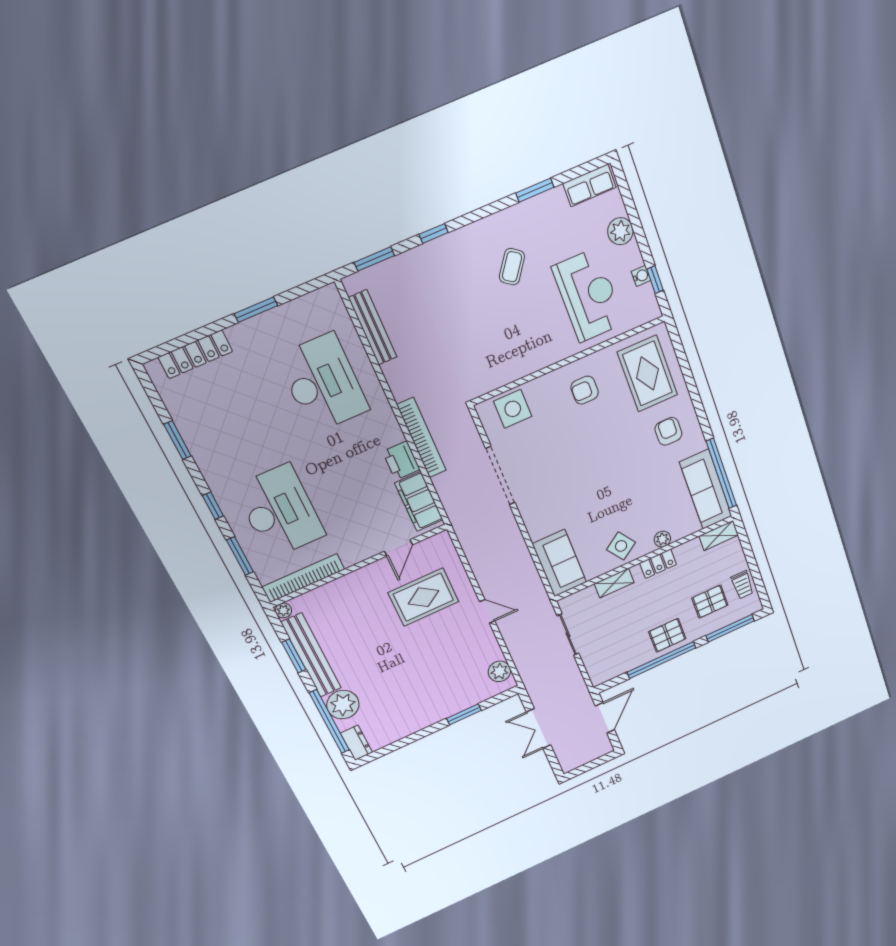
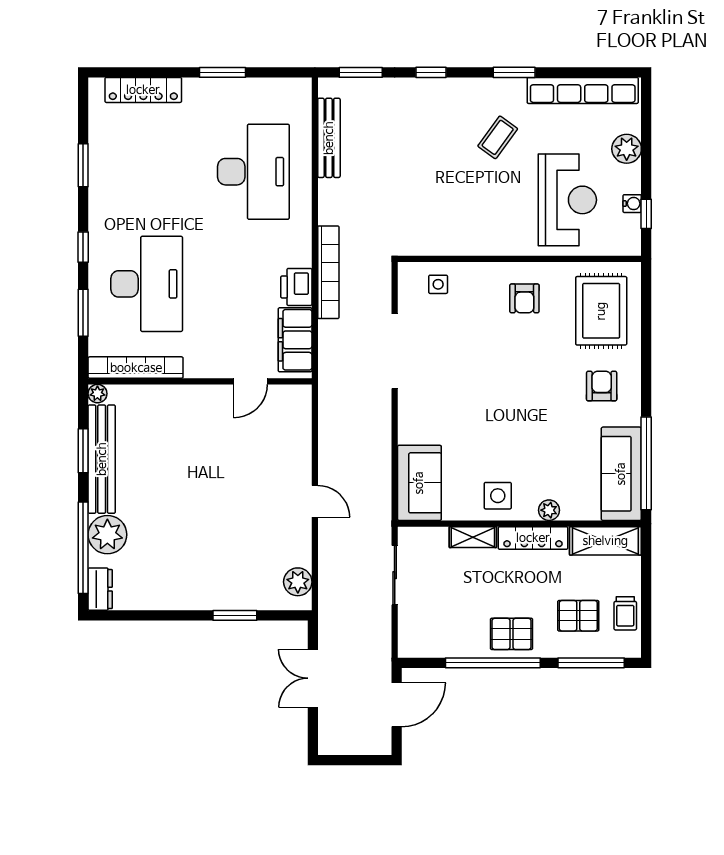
row of seats: (589, 185) -> (583, 90), width x2.02
window: (535, 190) -> (514, 72), moved
armchair: (585, 390) -> (524, 298), turned -90
side table: (513, 409) -> (438, 284), width x0.54, depth x0.54
shelving: (719, 536) -> (605, 541), width x1.50, depth x1.33
side table: (621, 546) -> (498, 496), turned 35
locker: (658, 564) -> (533, 538), width x1.53
rug: (423, 597) -> (252, 450), removed

